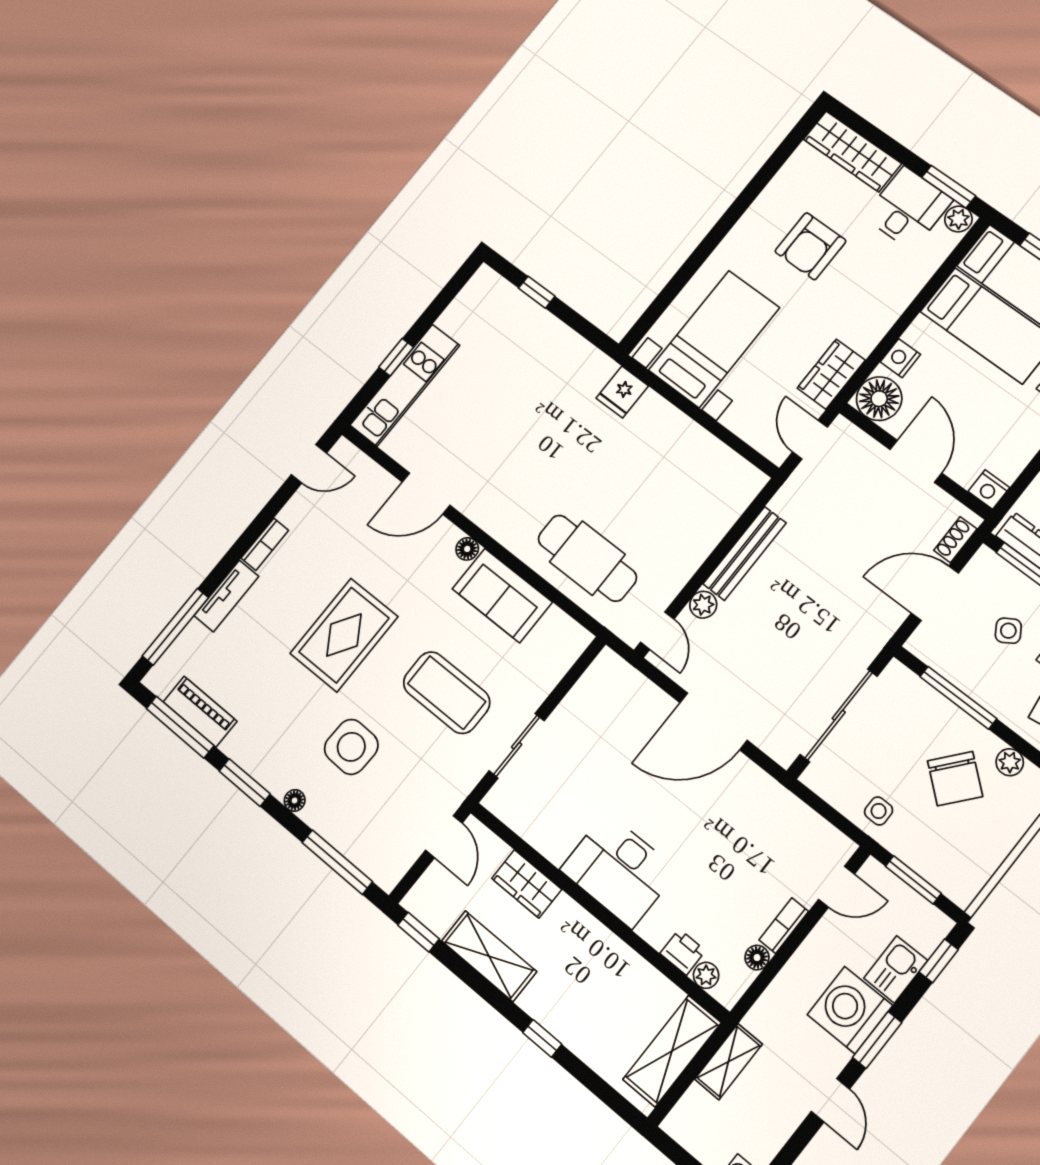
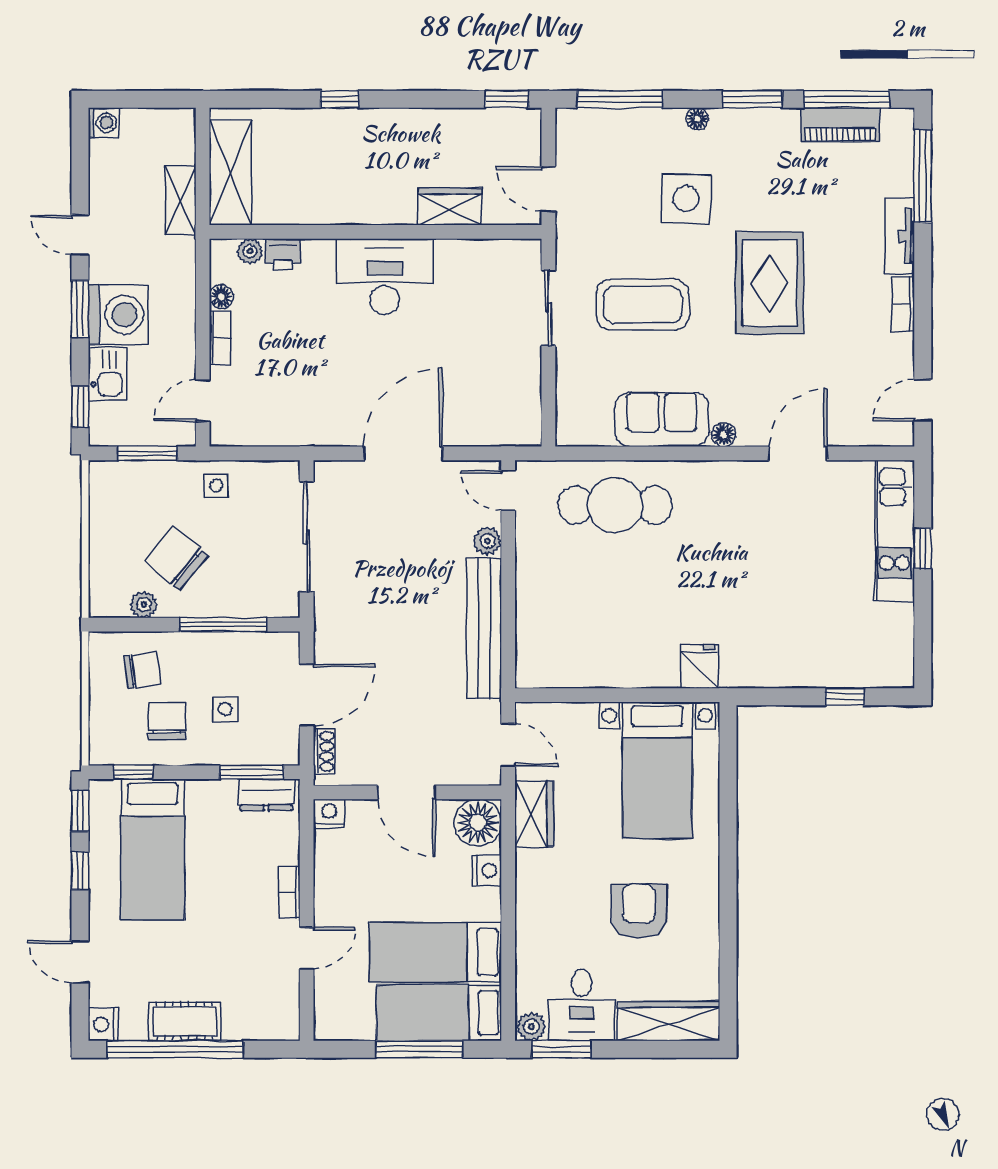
bench: (745, 553) -> (484, 628), width x1.37, depth x1.21
side table: (1008, 631) -> (225, 709), turned 32
shelving: (489, 956) -> (434, 127), removed

